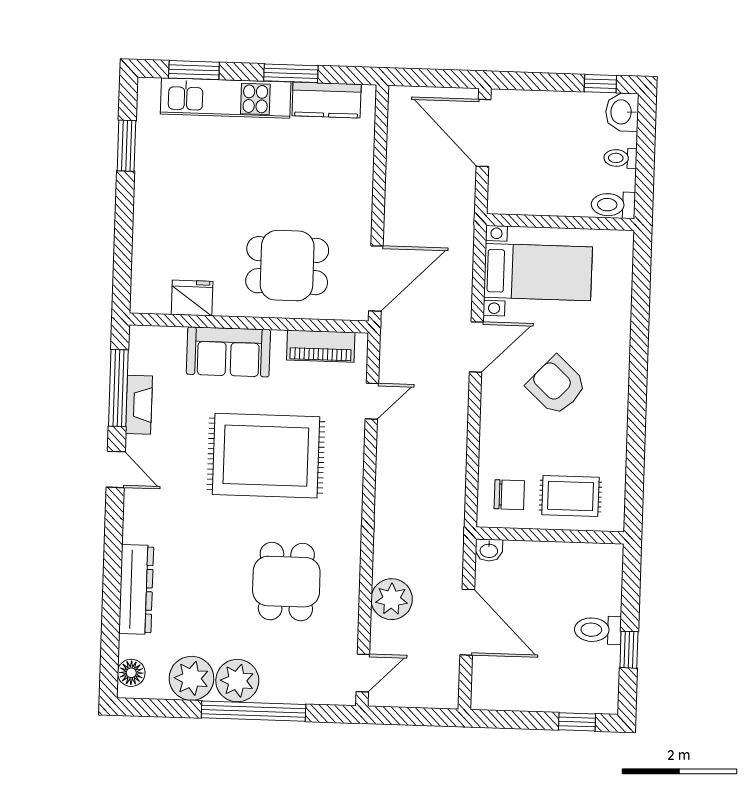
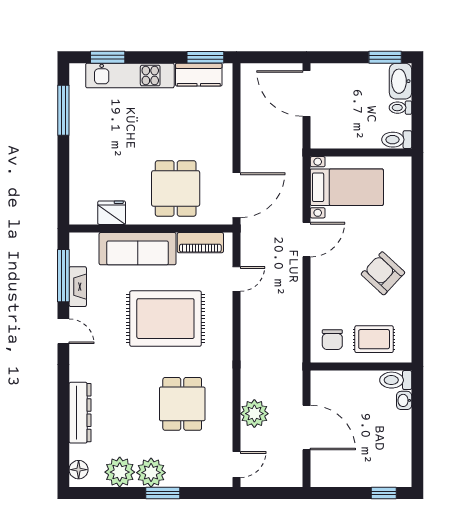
window: (291, 73) -> (205, 57), moved
window: (600, 84) -> (385, 57), width x1.50
washbasin: (622, 112) -> (401, 81), width x1.38
window: (126, 146) -> (63, 110), width x1.44
dining table: (287, 266) -> (176, 188), turned 90
sofa: (228, 352) -> (138, 249), width x1.36
armchair: (557, 386) -> (383, 273), moved
chair: (509, 495) -> (332, 340), turned 90
washbasin: (489, 550) -> (404, 400), moved, turned 90
toilet: (598, 630) -> (396, 380), moved
window: (629, 650) -> (417, 443), removed
window: (253, 711) -> (163, 493), width x0.47

